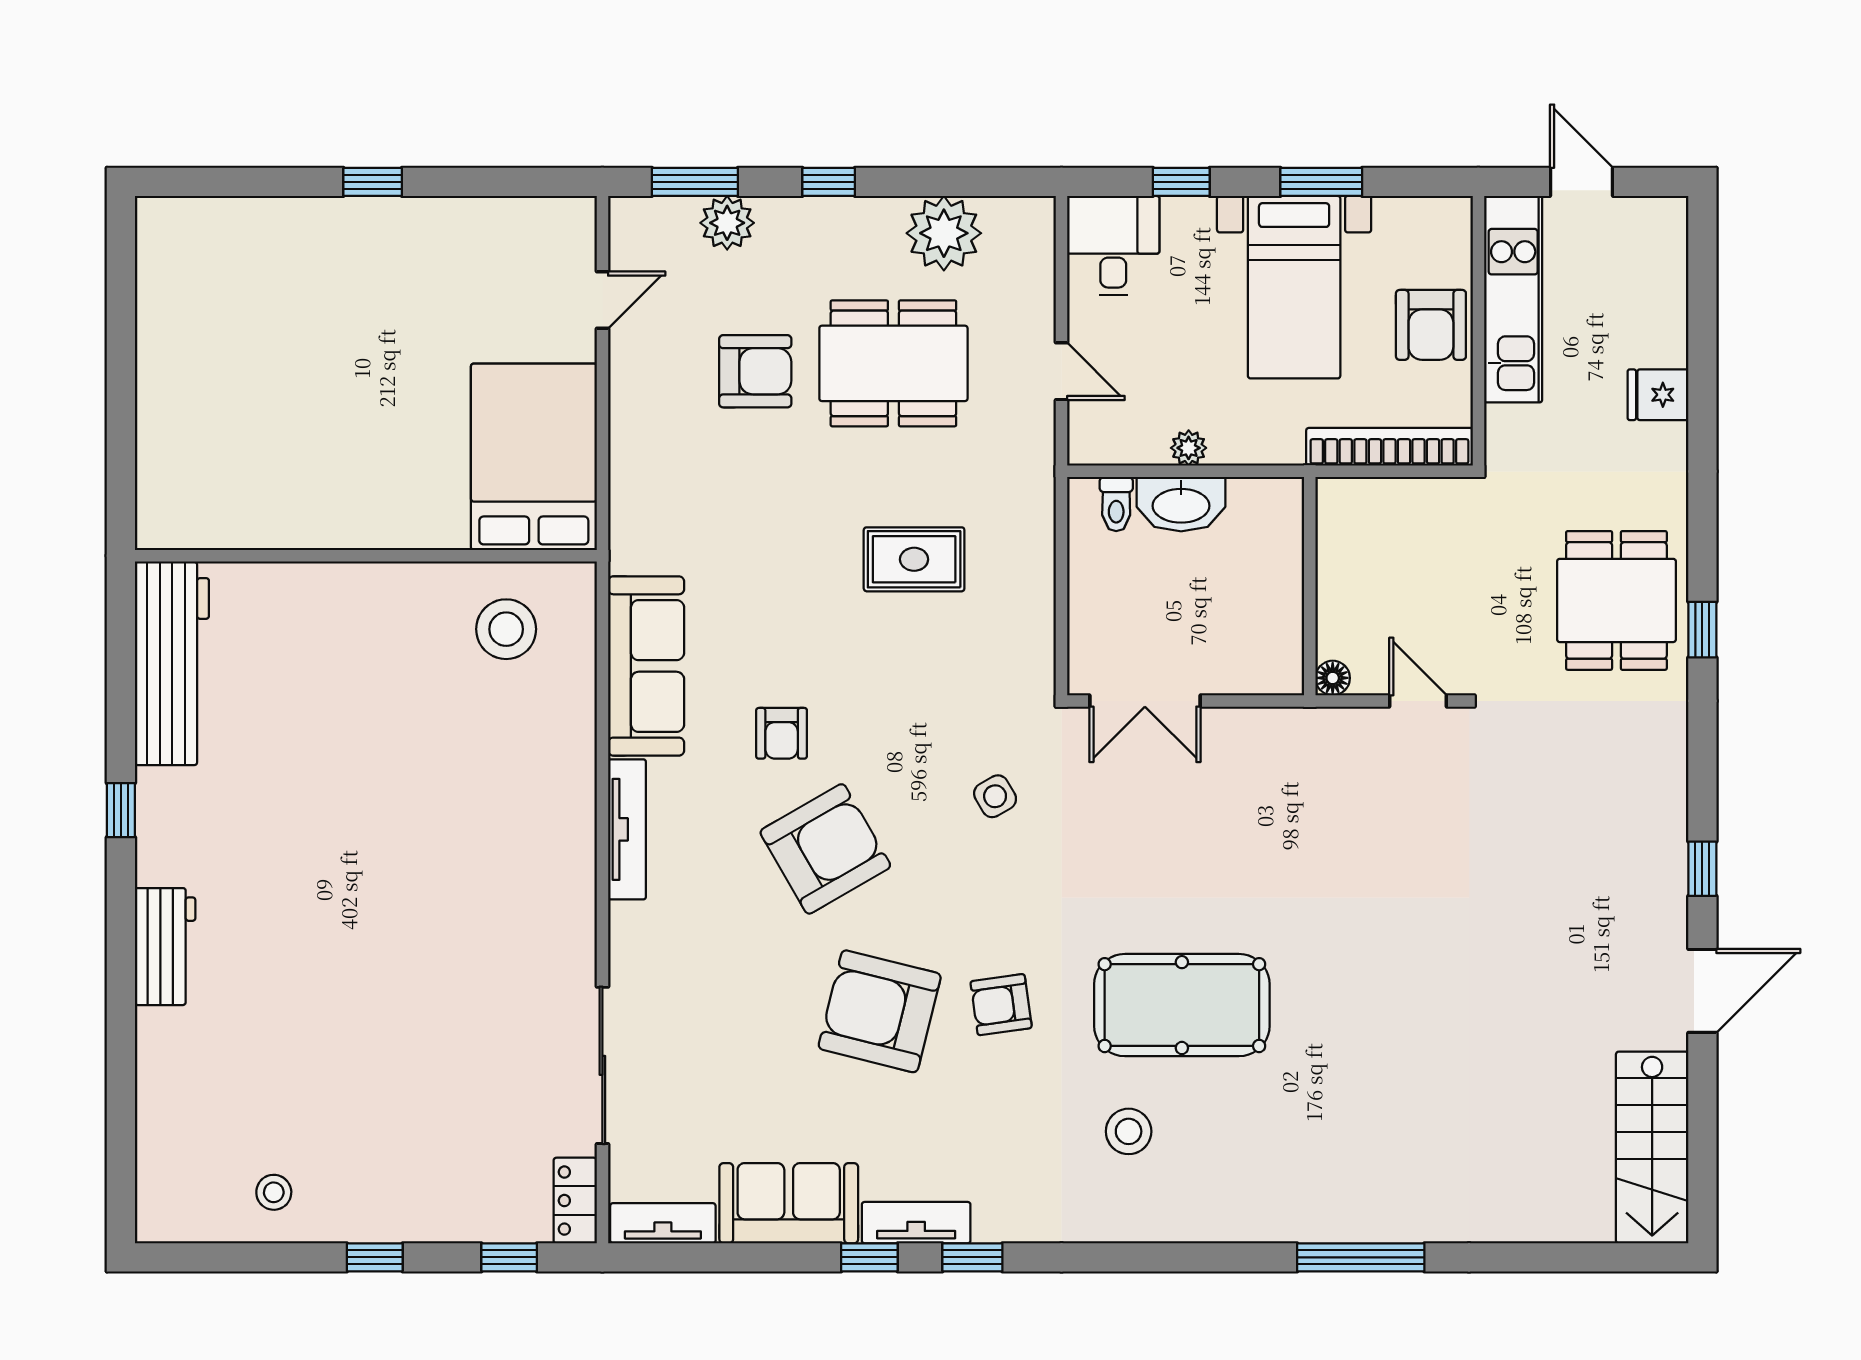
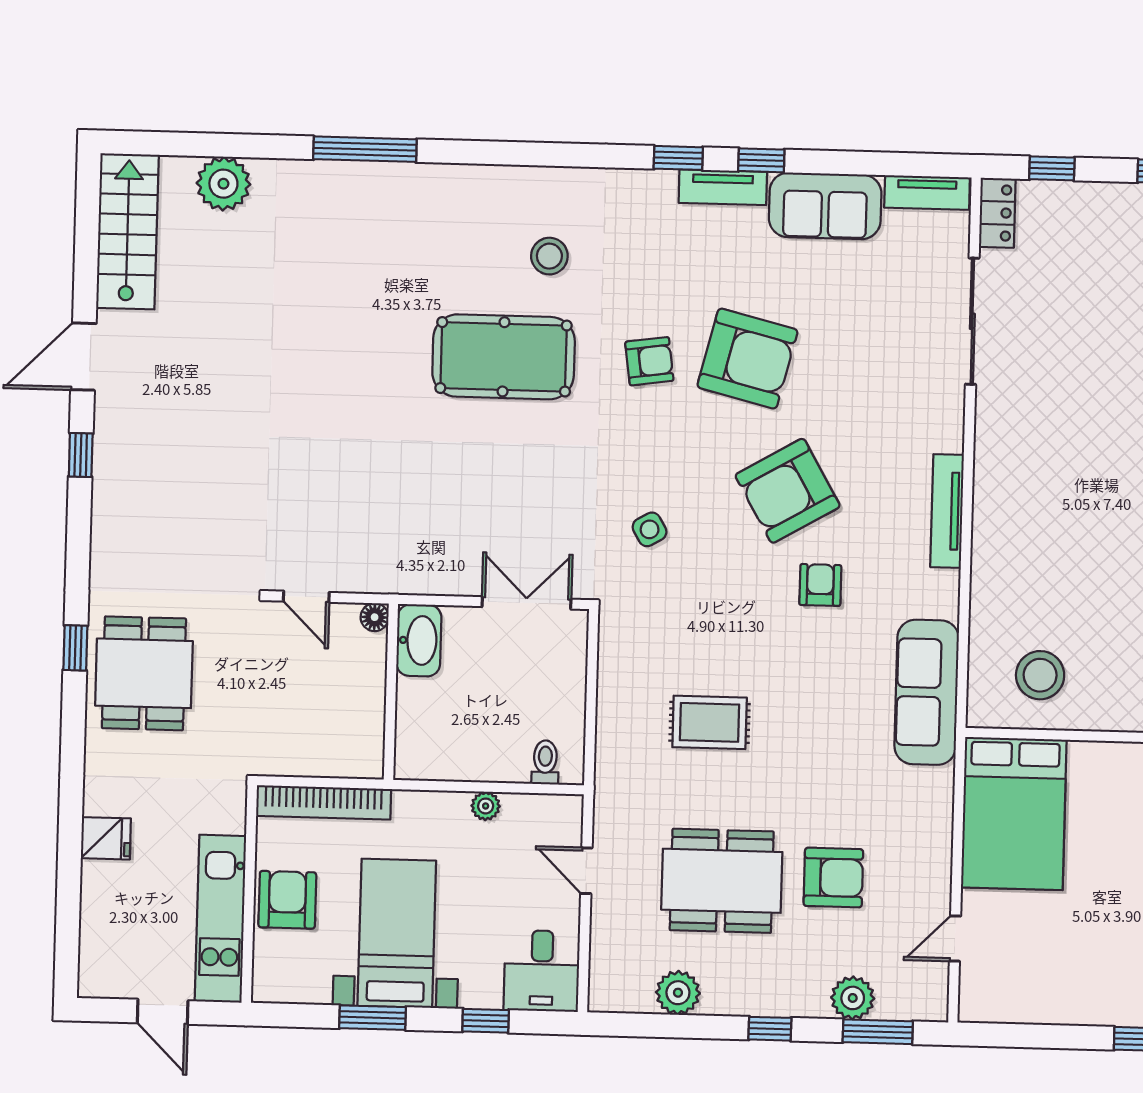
plant: (944, 233) -> (678, 993), width x0.73, depth x0.73
armchair: (755, 371) -> (833, 878), turned 180
washbasin: (1181, 504) -> (419, 640), moved, turned 90
sofa: (646, 666) -> (927, 692), moved
plant: (1535, 1210) -> (223, 184), added

